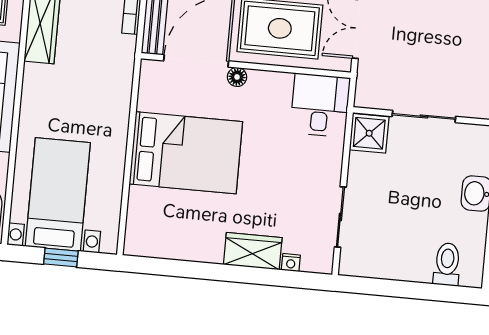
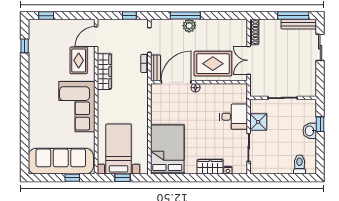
desk: (320, 105) -> (234, 117), moved, turned 90
shower: (369, 133) -> (258, 122), moved
bed: (186, 153) -> (167, 149), moved, turned -90

